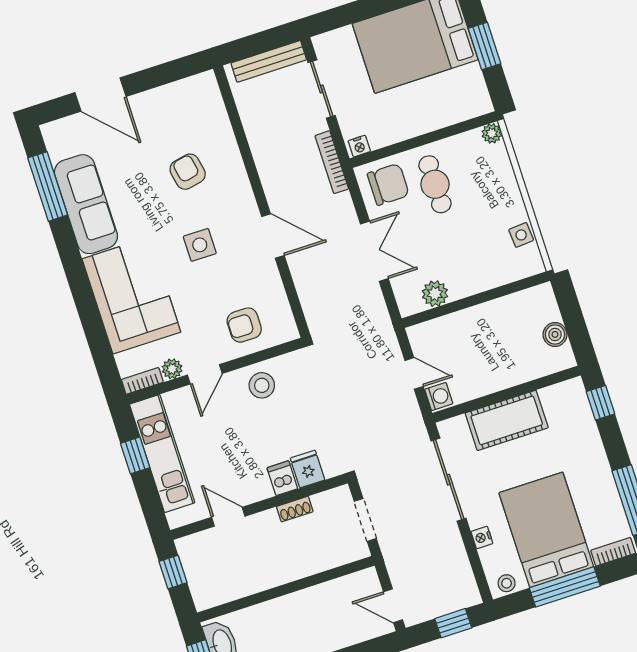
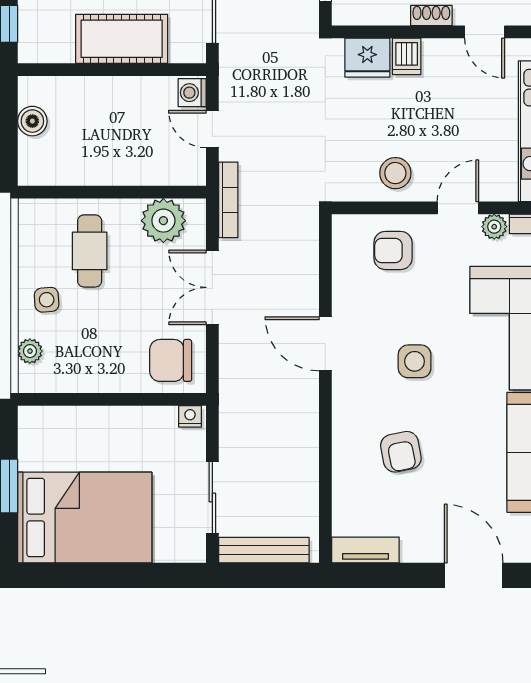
tv unit: (190, 87) -> (365, 550), added
plant: (492, 133) -> (30, 351), moved
bookcase: (332, 162) -> (228, 200), moved
cafe table: (435, 184) -> (90, 251), moved
side table: (521, 235) -> (47, 300), moved
plant: (435, 294) -> (163, 221), width x1.36, depth x1.36
armchair: (244, 325) -> (393, 250), turned 180
fridge: (308, 469) -> (367, 58), width x1.38
shoe rack: (295, 509) -> (431, 16), moved

